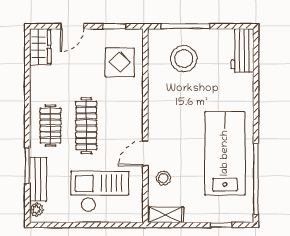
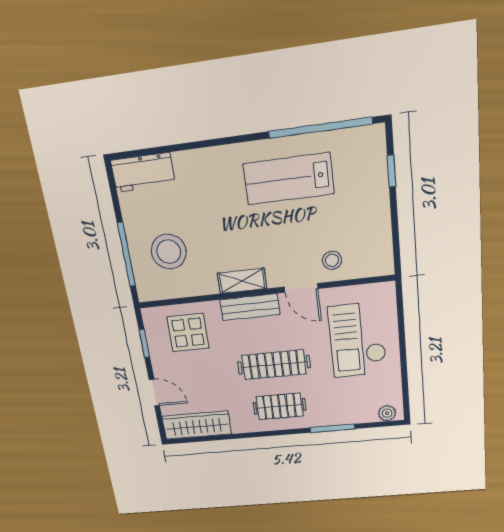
wardrobe: (40, 47) -> (197, 425), width x1.50
lab bench: (225, 153) -> (288, 179), width x0.73, depth x0.72
bench: (38, 179) -> (250, 307), moved
shelving: (165, 215) -> (242, 281), moved, turned 90

